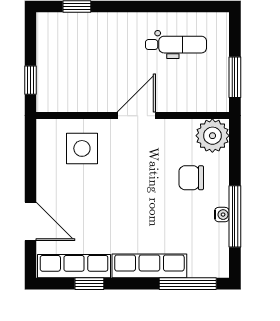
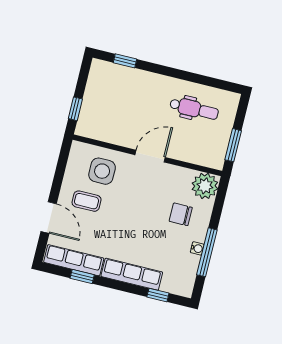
coffee table: (72, 190) -> (87, 201), added
window: (188, 284) -> (158, 295), width x0.46

